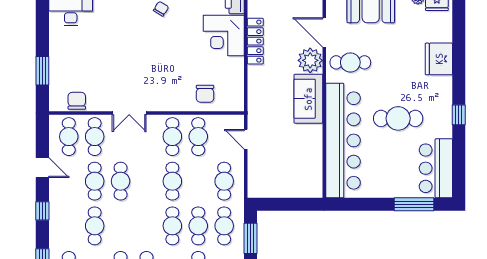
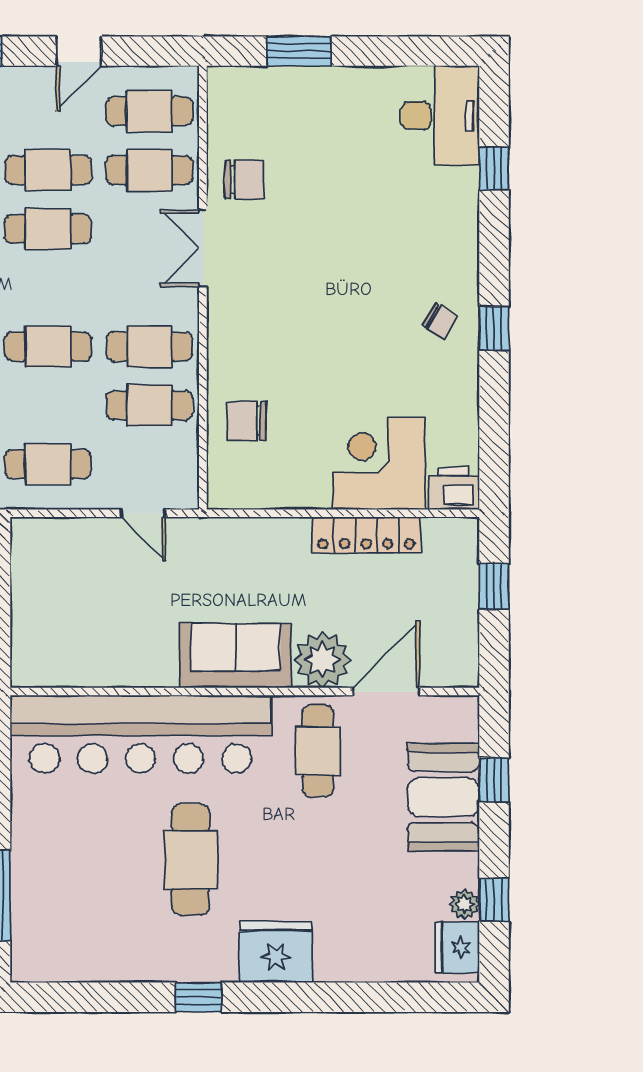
fridge: (439, 59) -> (276, 952), moved
chair: (77, 101) -> (245, 180), moved
door: (246, 139) -> (143, 513), swing flipped
bar counter: (436, 168) -> (77, 945), removed

